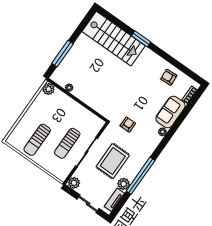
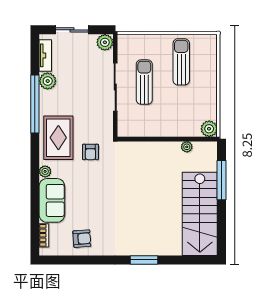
stairs: (114, 39) -> (200, 214), moved, turned -90
rug: (113, 161) -> (58, 138), moved

